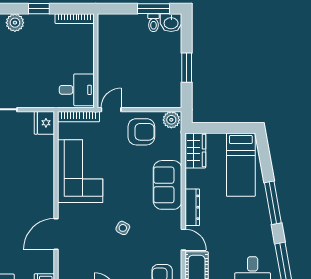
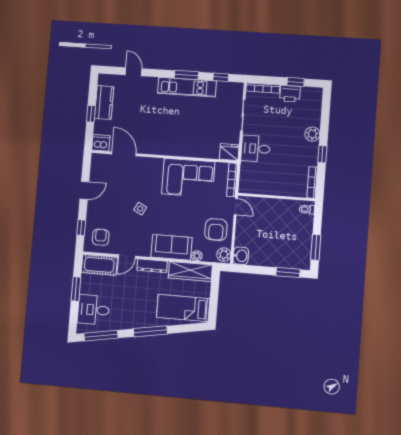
toilet: (153, 23) -> (307, 209), moved
washbasin: (171, 23) -> (241, 256), moved, turned 180
window: (187, 68) -> (288, 272), moved
desk: (77, 90) -> (256, 149), moved, turned 90
wardrobe: (195, 151) -> (190, 271), width x1.50
plant: (175, 153) -> (197, 256), added
door: (56, 234) -> (124, 154), moved

